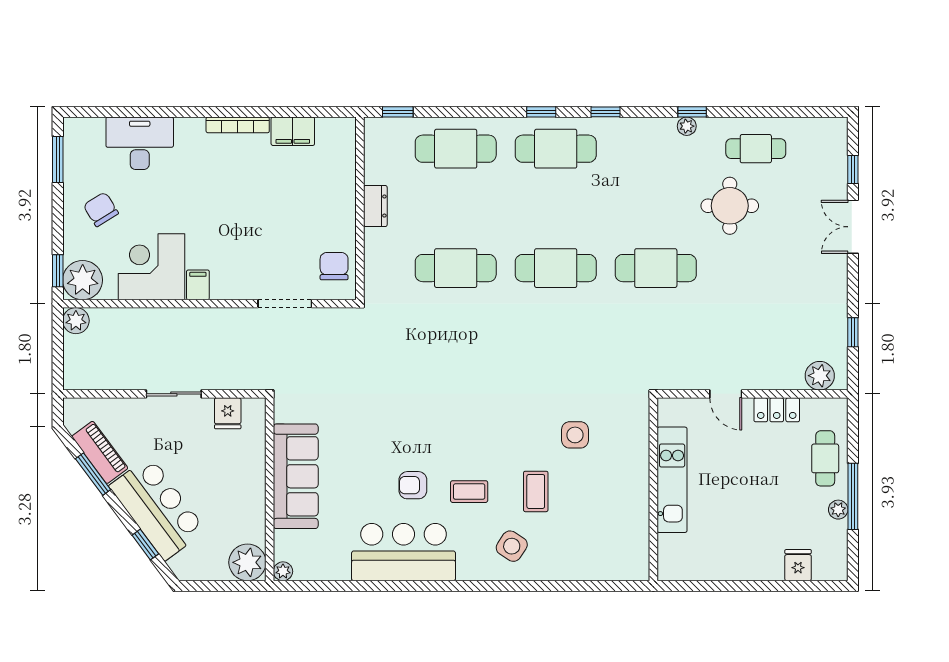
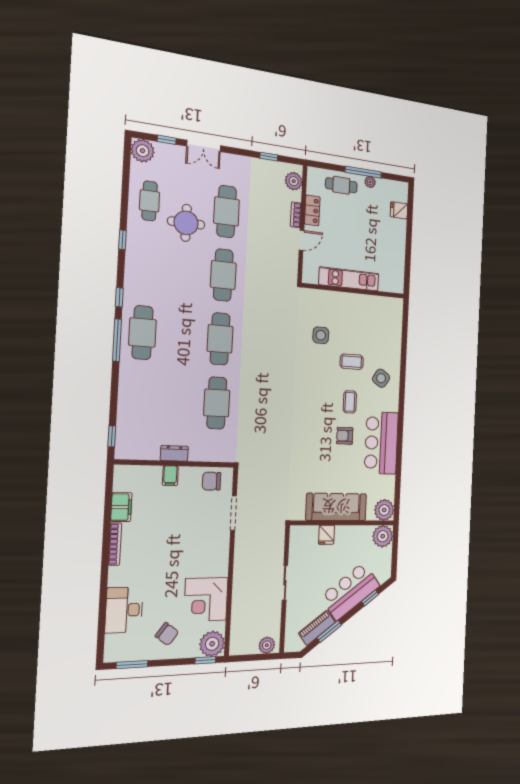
window: (541, 112) -> (117, 340), width x2.17
plant: (687, 126) -> (143, 151), moved, width x1.88, depth x1.88
cafe table: (456, 149) -> (227, 211), moved
chair: (101, 209) -> (167, 634), turned -111
filing cabinet: (198, 285) -> (170, 476), moved, turned -90
plant: (76, 321) -> (267, 645), moved
bookcase: (766, 382) -> (296, 215), added
fridge: (228, 413) -> (327, 535), moved, turned 90
armchair: (413, 485) -> (345, 436), turned 90
plant: (283, 571) -> (384, 510), width x1.88, depth x1.88

